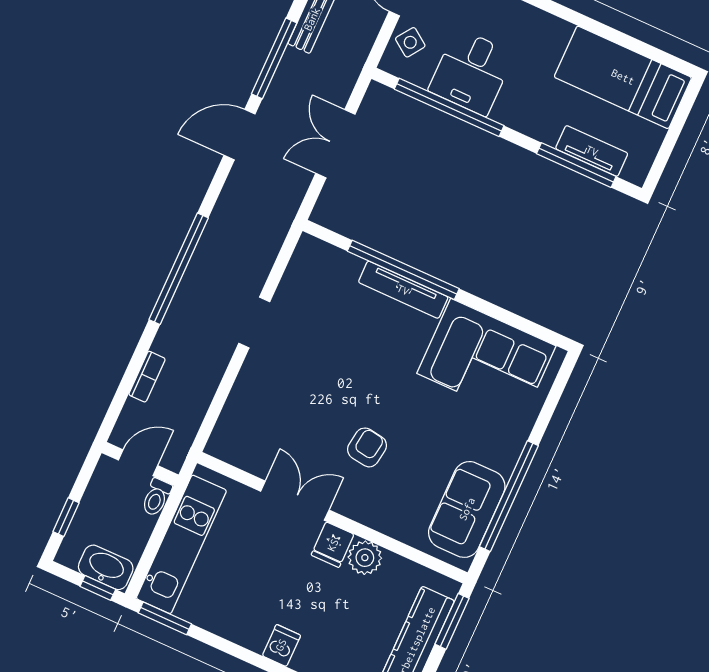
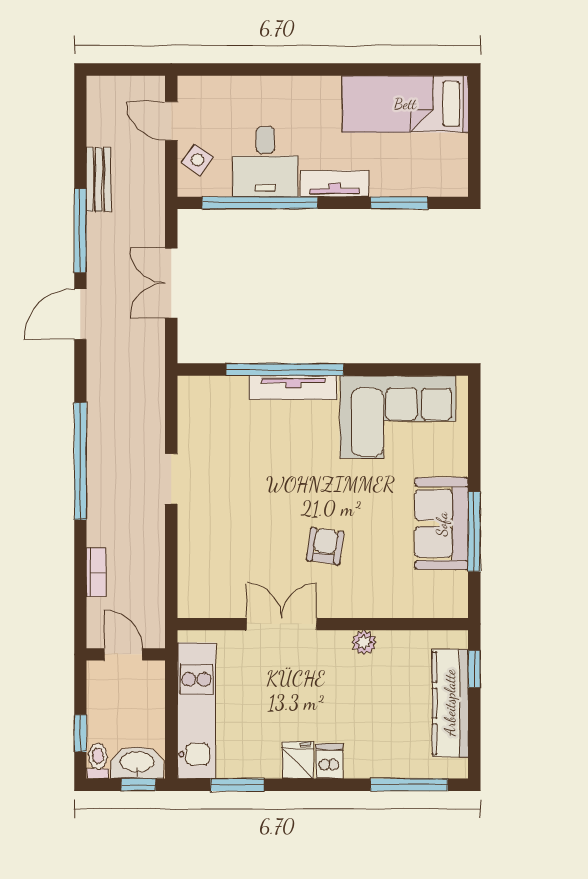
tv unit: (592, 151) -> (335, 184), moved
window: (576, 165) -> (399, 203), width x0.69
door: (138, 463) -> (123, 654), hinge flipped
window: (509, 496) -> (474, 532), width x0.68
toilet: (156, 497) -> (98, 761), moved, turned 180
sofa: (467, 509) -> (442, 524), moved
fridge: (333, 545) -> (298, 760), moved, turned 180
plant: (365, 558) -> (364, 642), width x0.73, depth x0.73
window: (165, 618) -> (237, 785), moved
window: (452, 621) -> (474, 669), width x0.67

